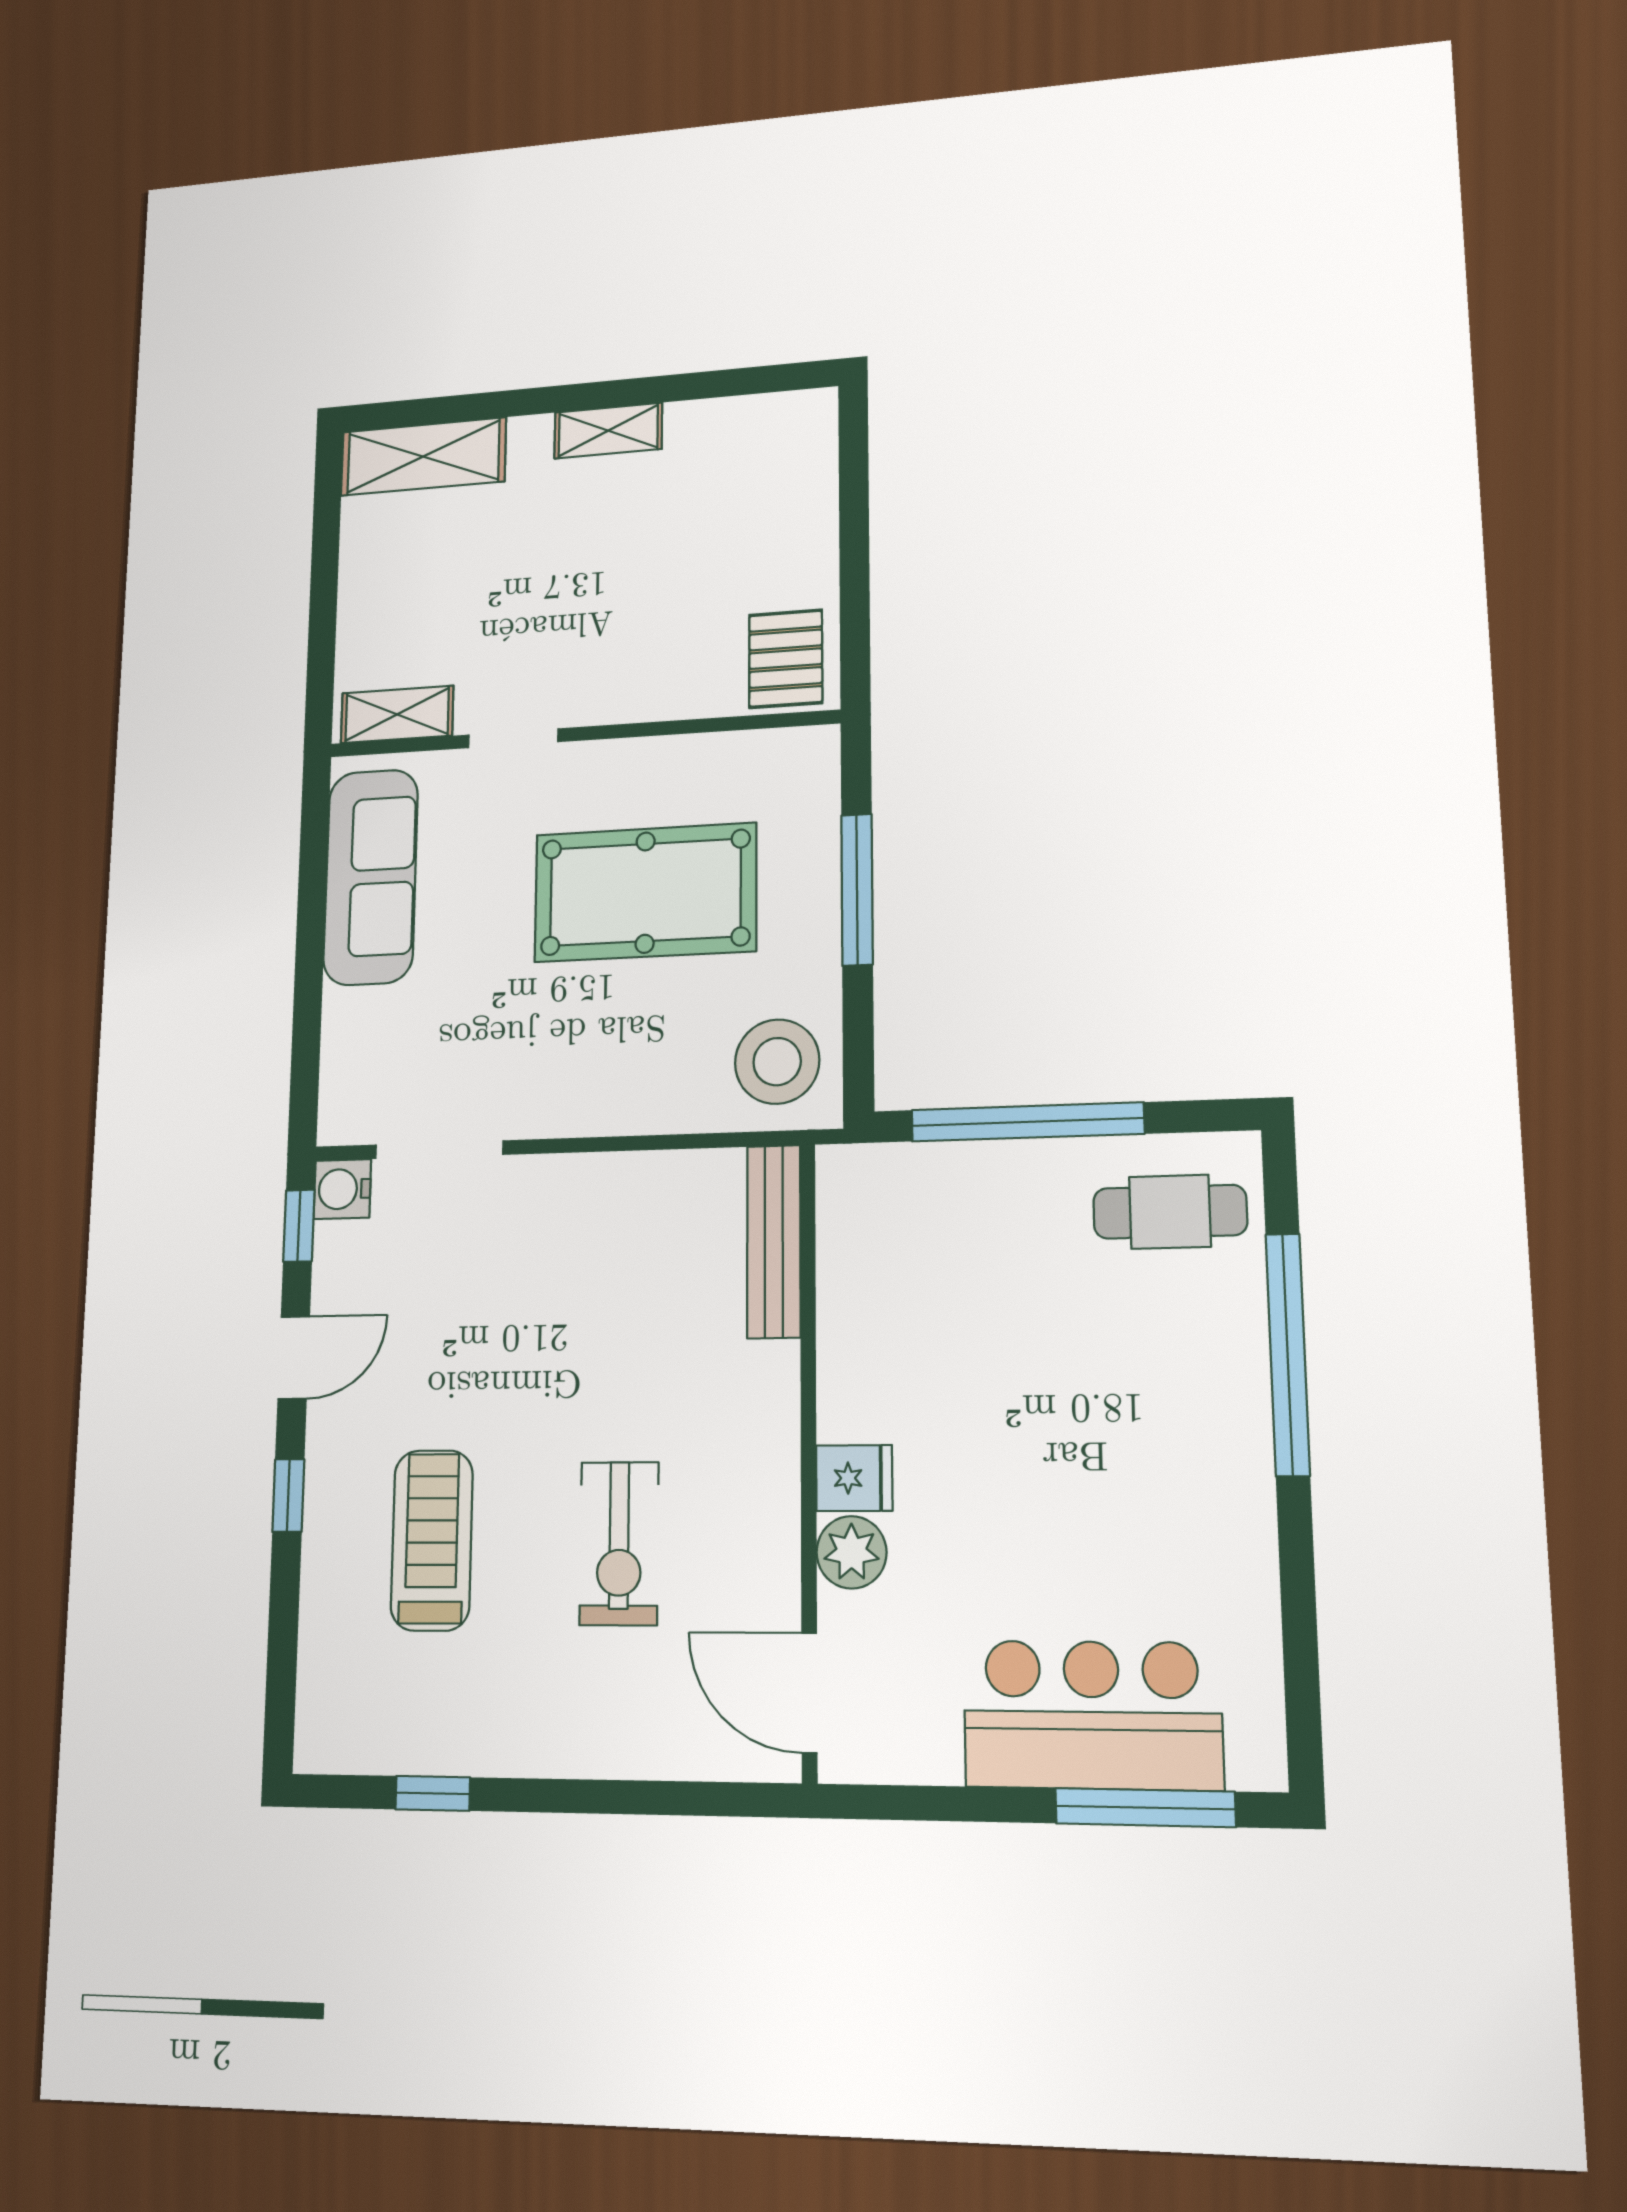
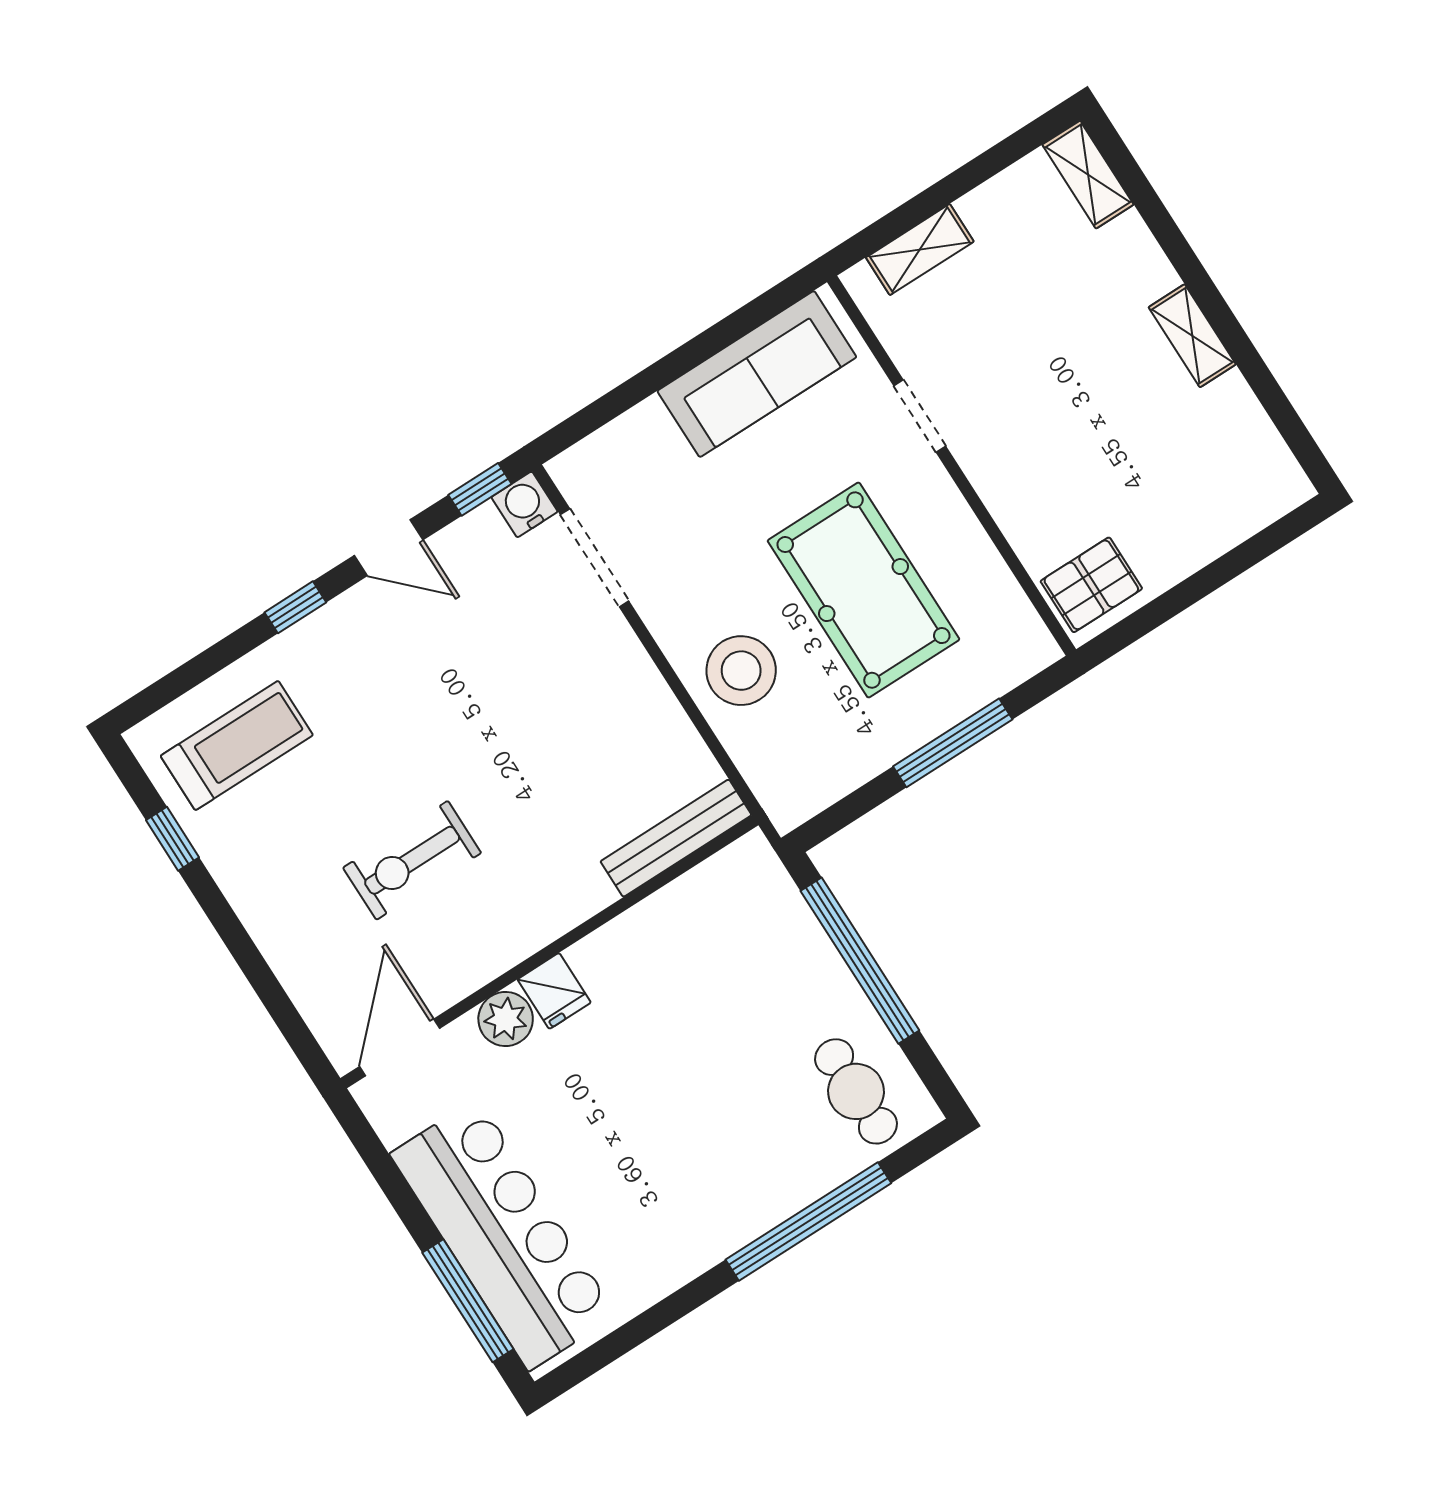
shelving: (423, 457) -> (1088, 175), width x0.67, depth x0.75
shelving: (397, 714) -> (920, 250), moved, turned 90
stool: (777, 1062) -> (741, 671), moved
treadmill: (432, 1540) -> (237, 745), moved
bar counter: (1092, 1715) -> (503, 1235), width x1.36

